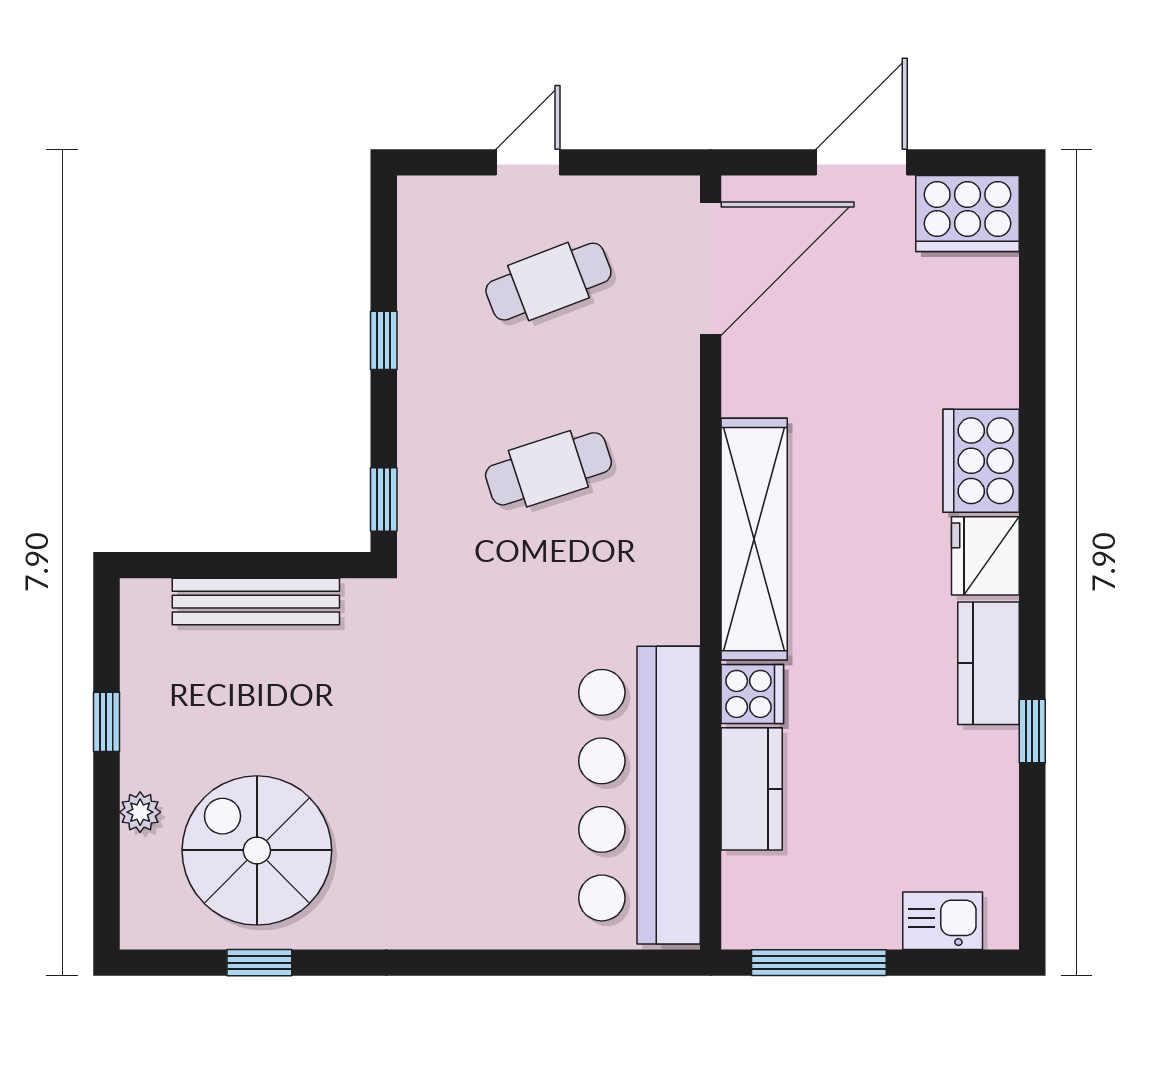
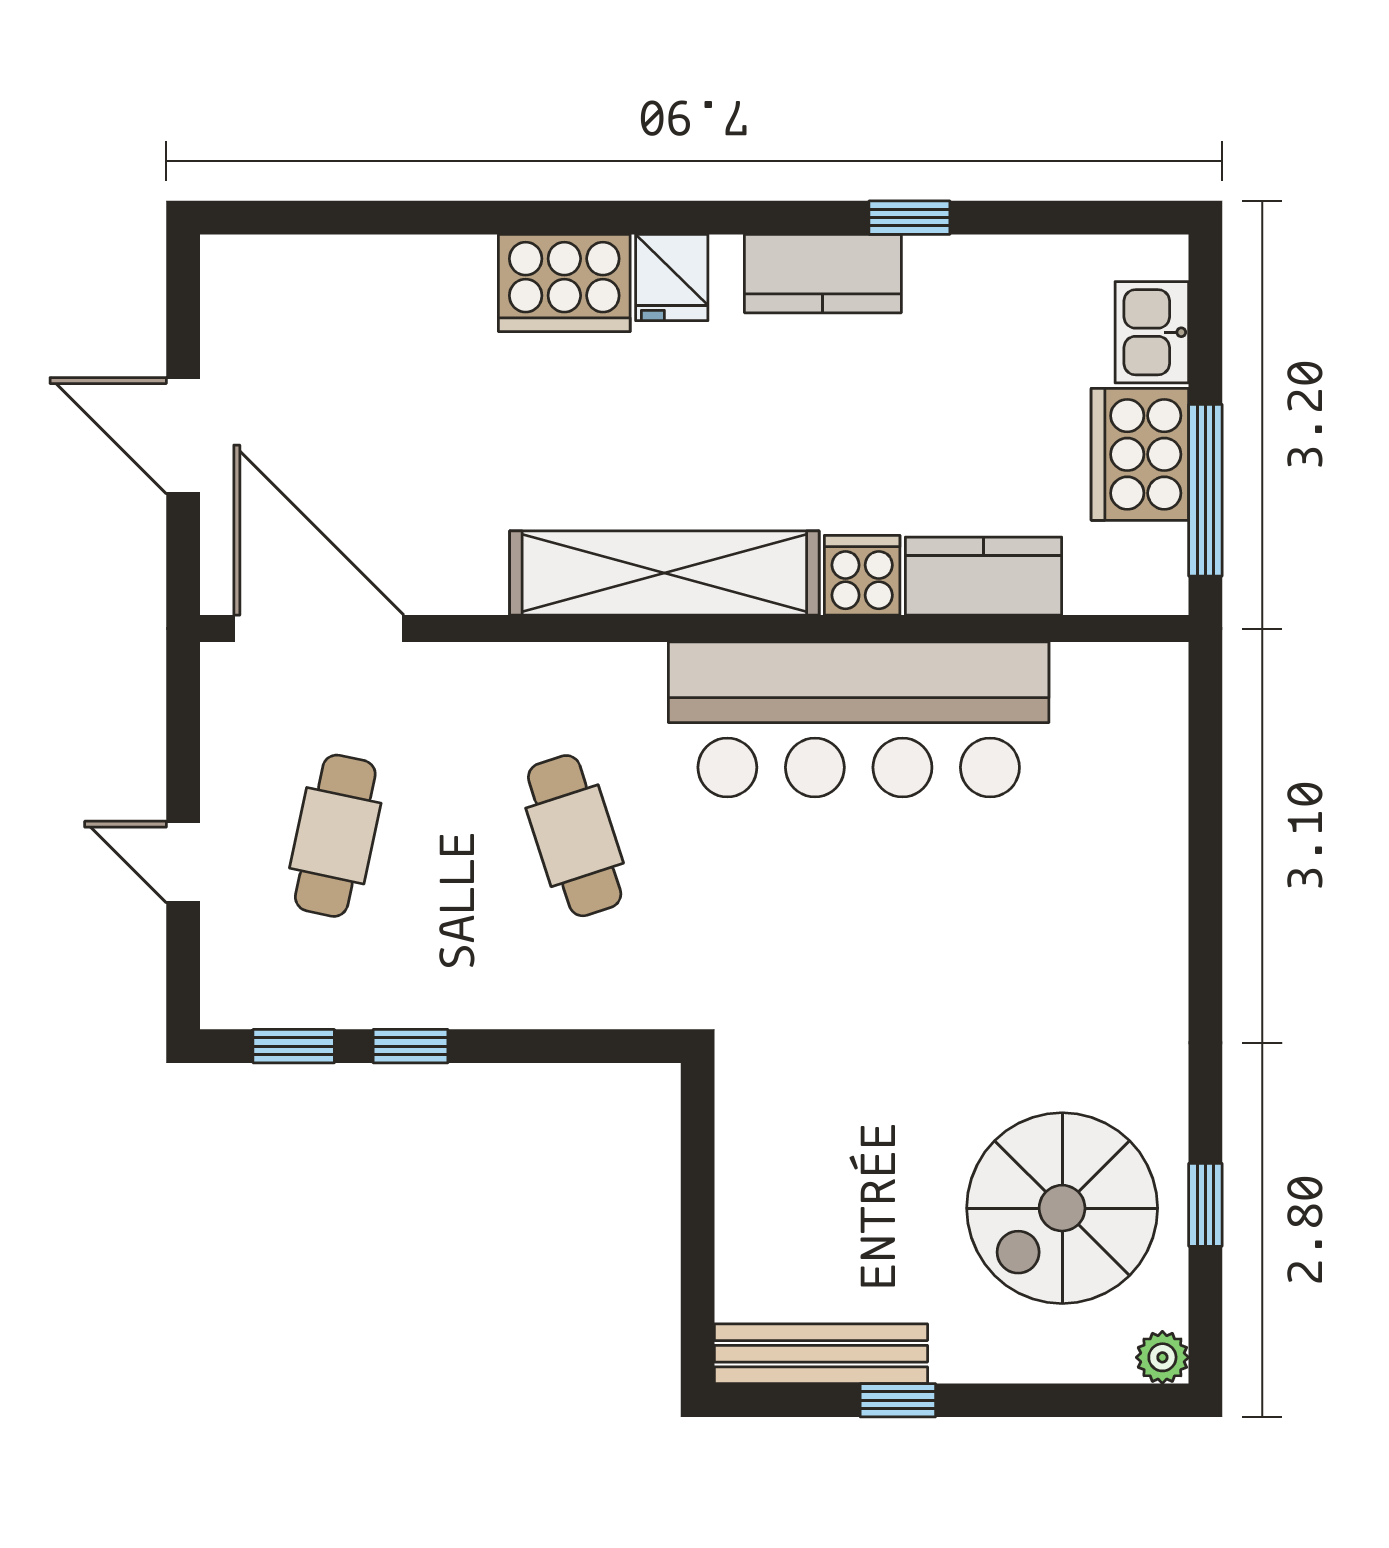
cooker: (967, 214) -> (1140, 454), moved, turned 180
cafe table: (548, 282) -> (335, 836), turned 33
window: (384, 499) -> (294, 1046), moved
fridge: (985, 556) -> (672, 277), width x0.72
bench: (256, 602) -> (821, 1354), moved, turned 90
bar counter: (639, 795) -> (859, 719), moved
plant: (140, 812) -> (1162, 1357), moved

